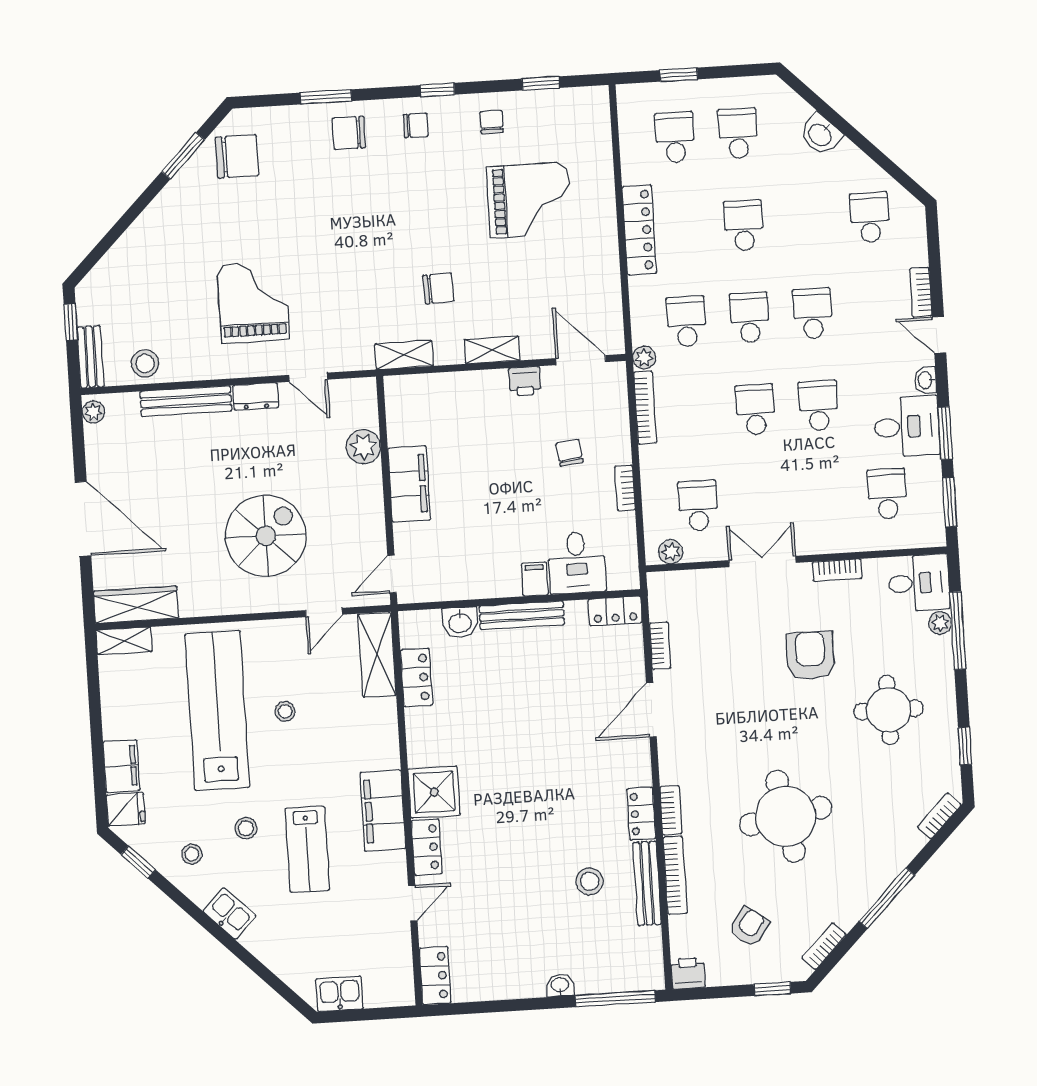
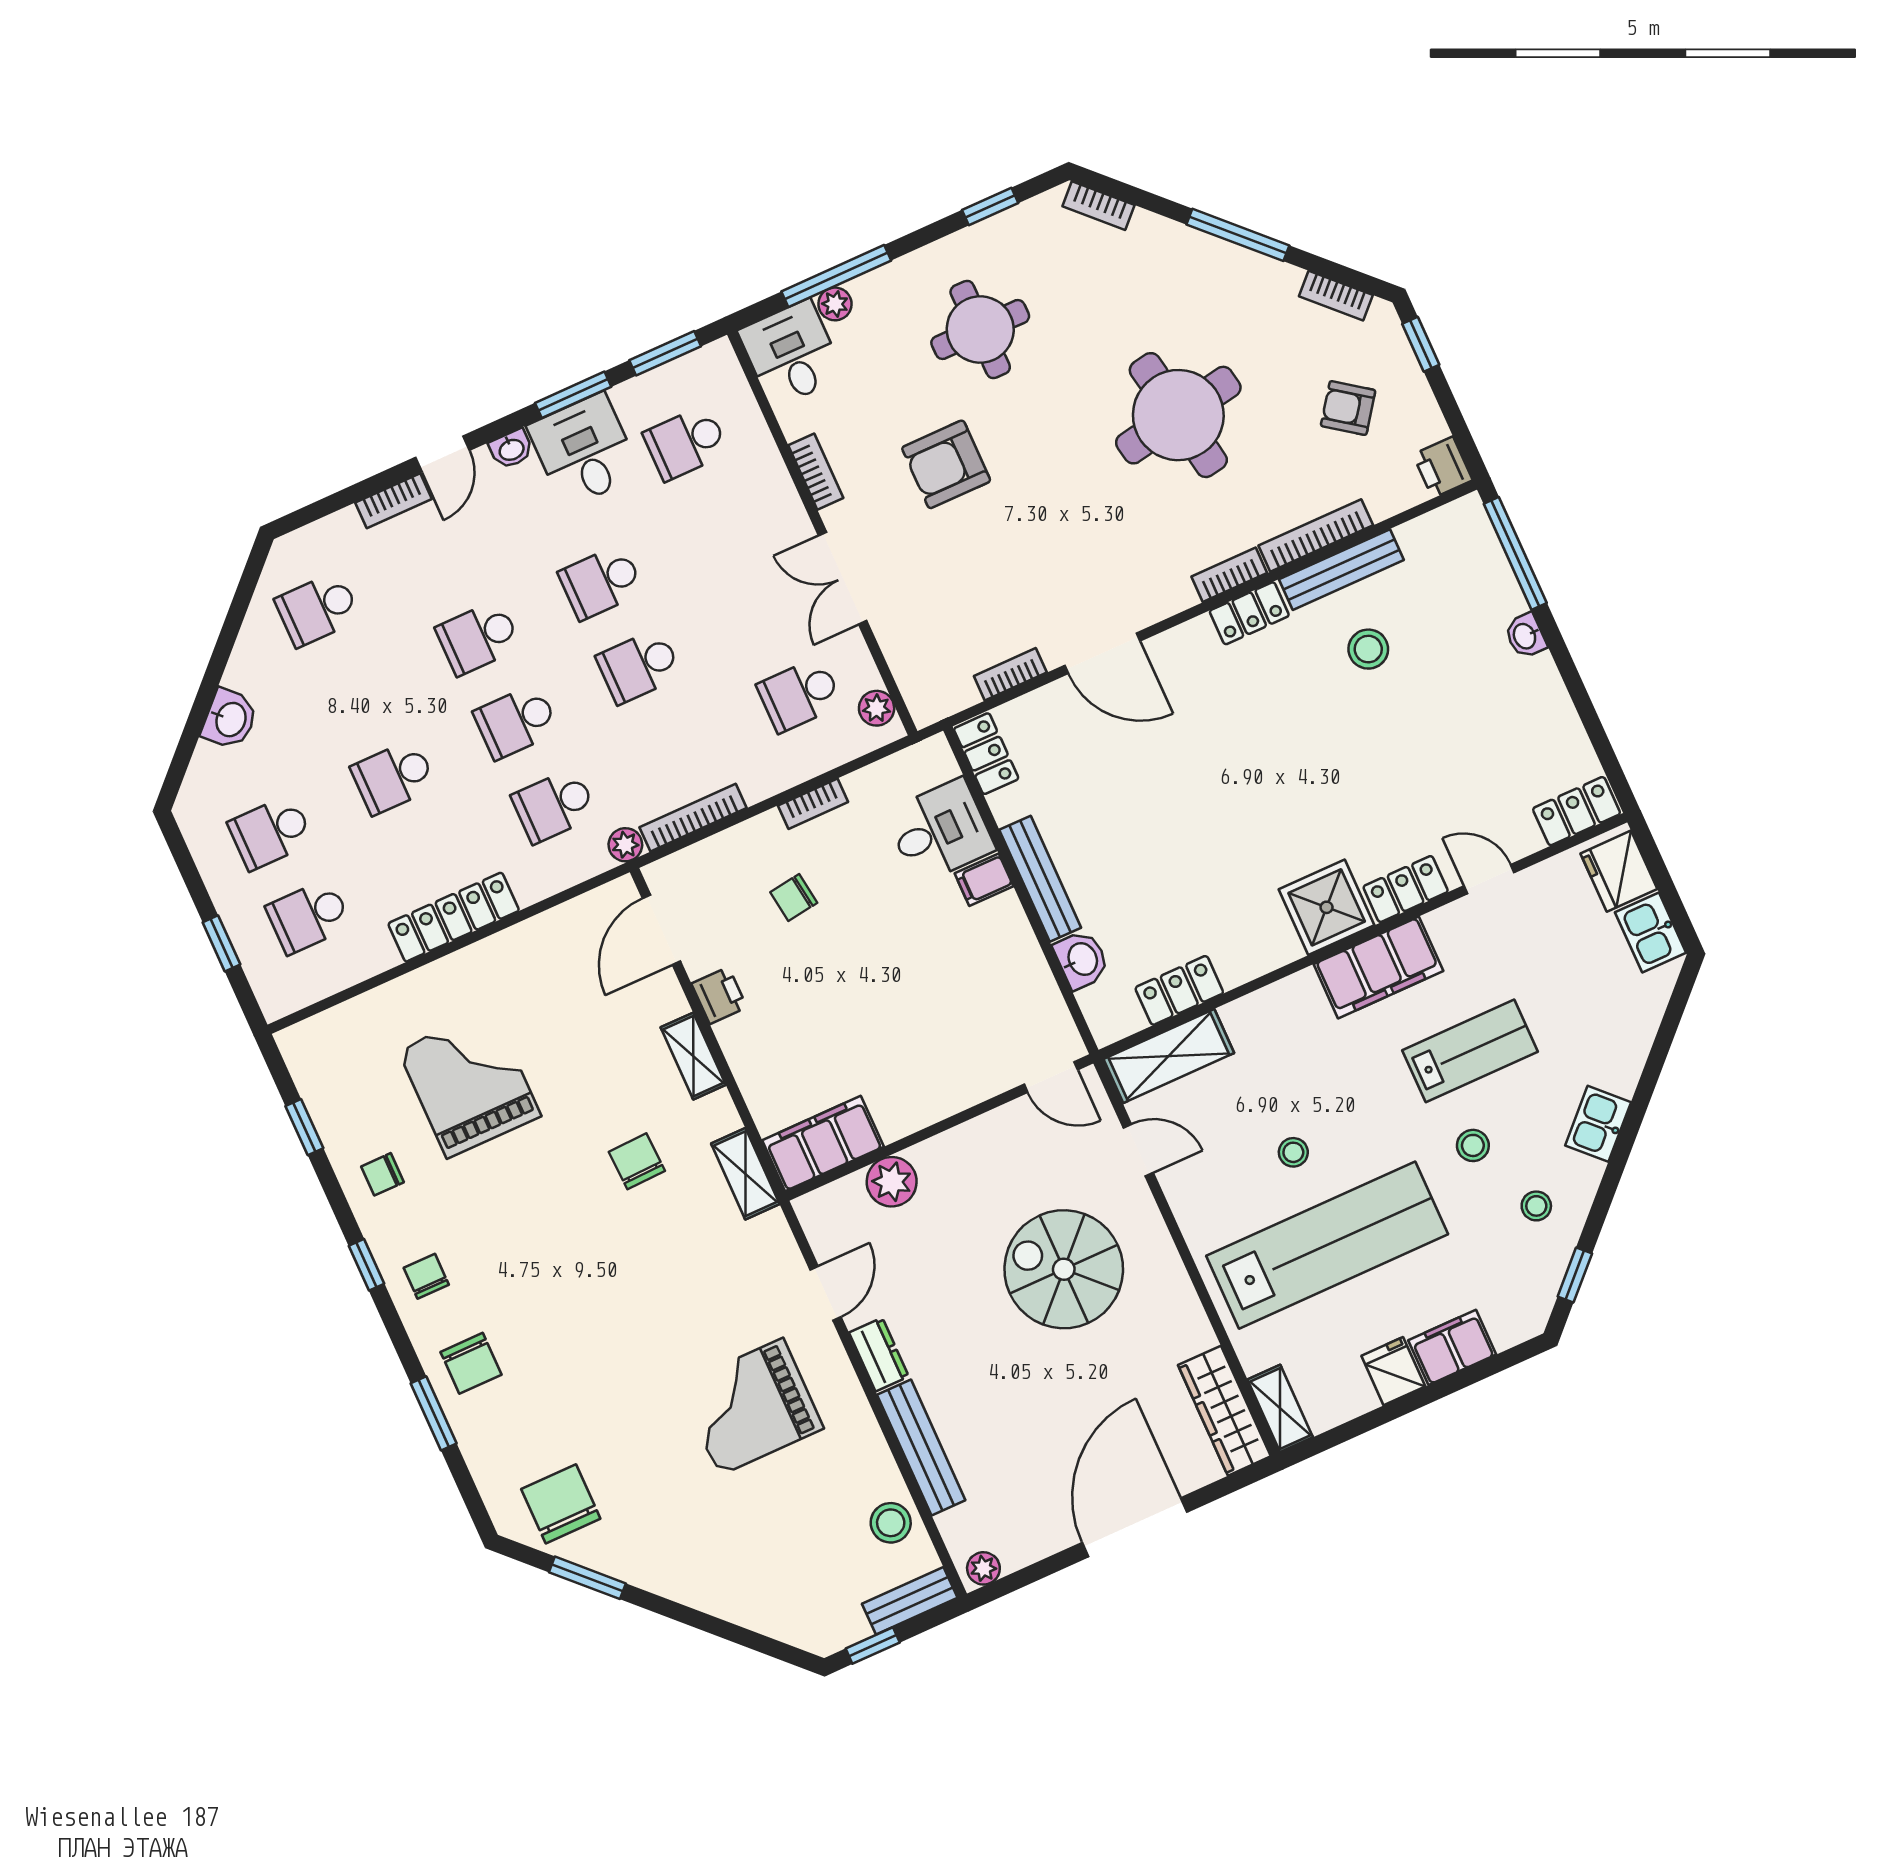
filing cabinet: (409, 484) -> (823, 1144), moved
lab bench: (217, 711) -> (1327, 1245), turned 180
fridge: (126, 809) -> (1393, 1371), moved
fridge: (386, 988) -> (1619, 871), added

